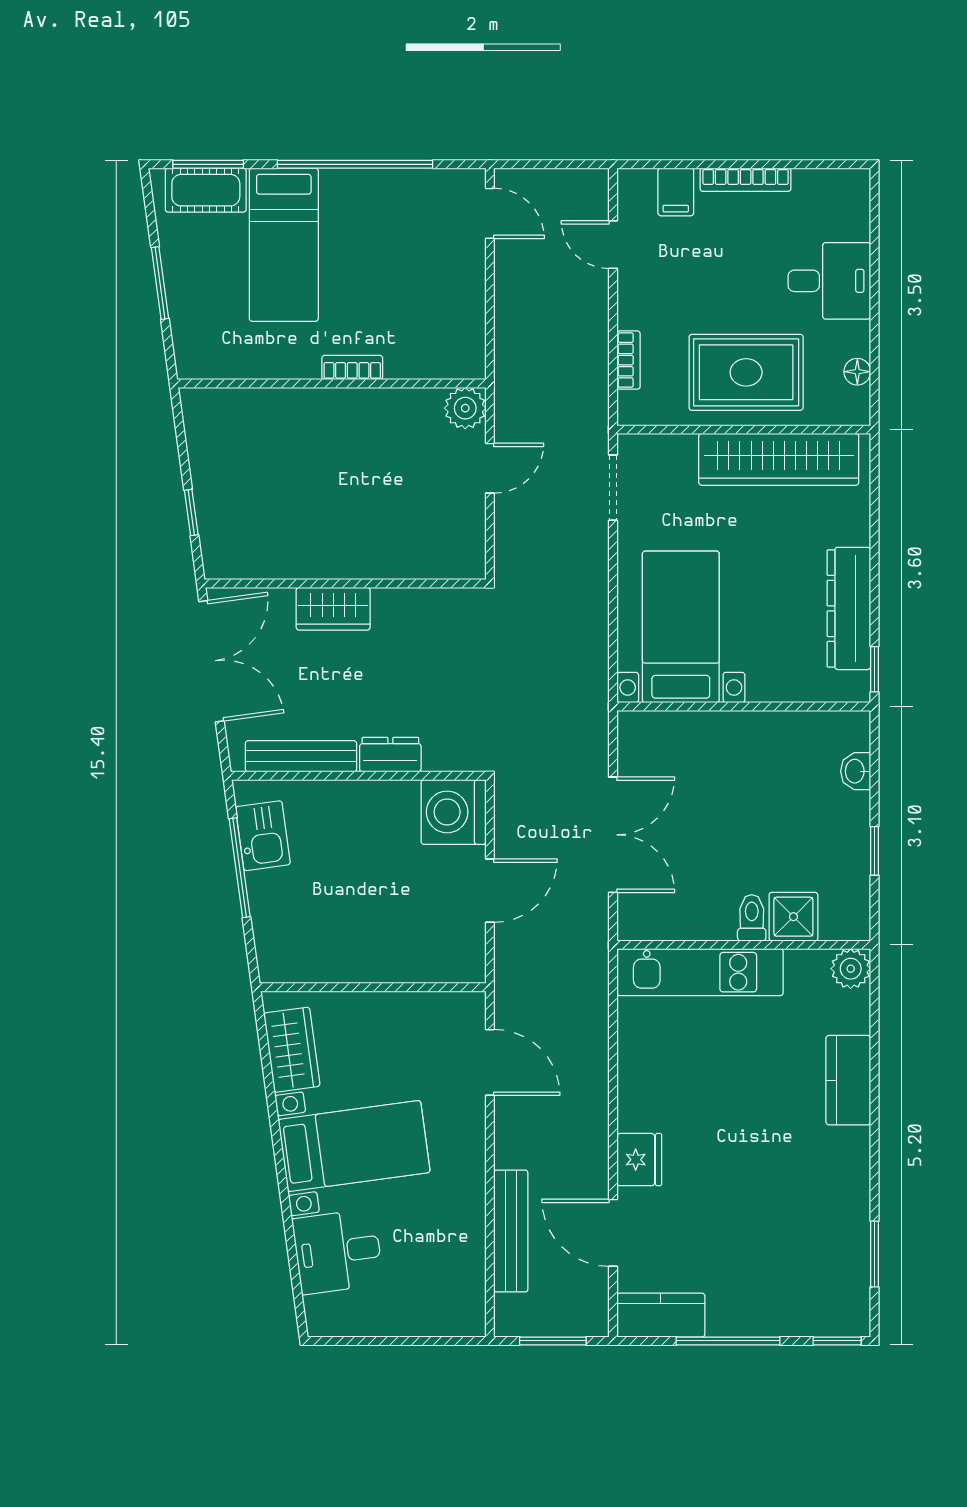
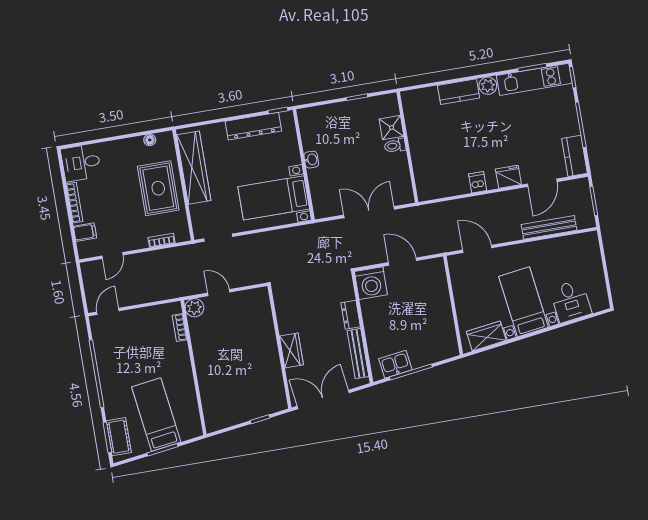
bed: (284, 245) -> (156, 414), moved, turned -98
desk: (829, 281) -> (81, 163), moved, turned -90
bookcase: (352, 367) -> (180, 327), moved
washbasin: (856, 771) -> (311, 160), moved, turned -90
plant: (851, 969) -> (488, 86), moved
kitchen unit: (700, 972) -> (534, 79), moved, turned 90
door: (490, 1062) -> (477, 249), hinge flipped
dishwasher: (639, 1088) -> (478, 182), added

